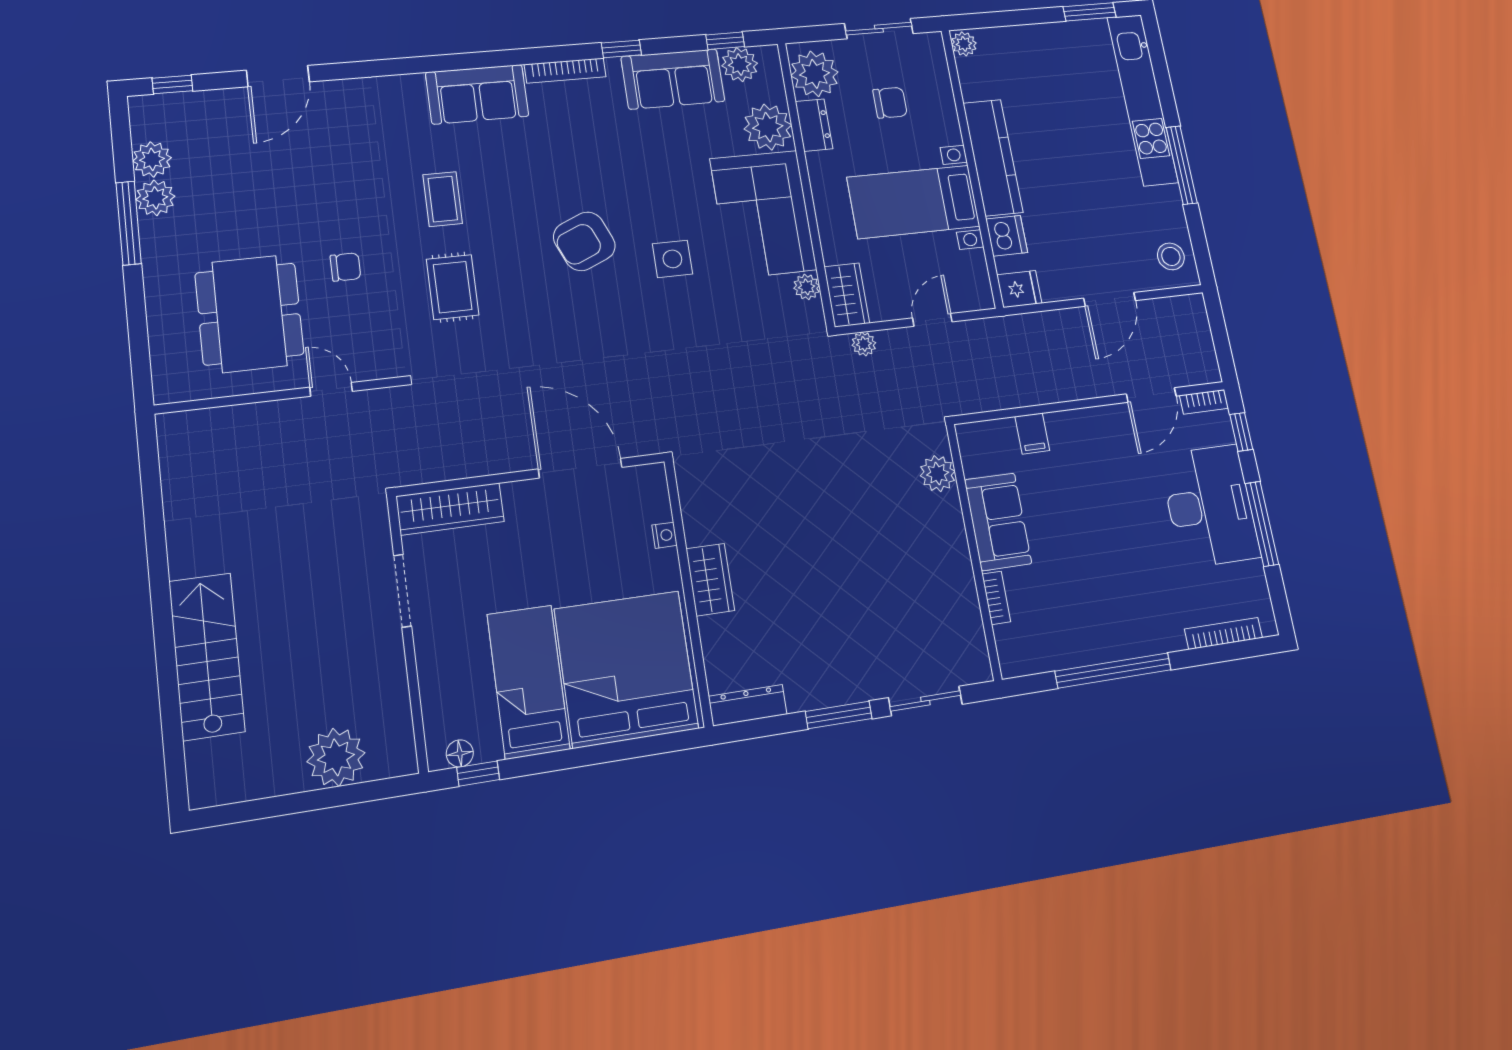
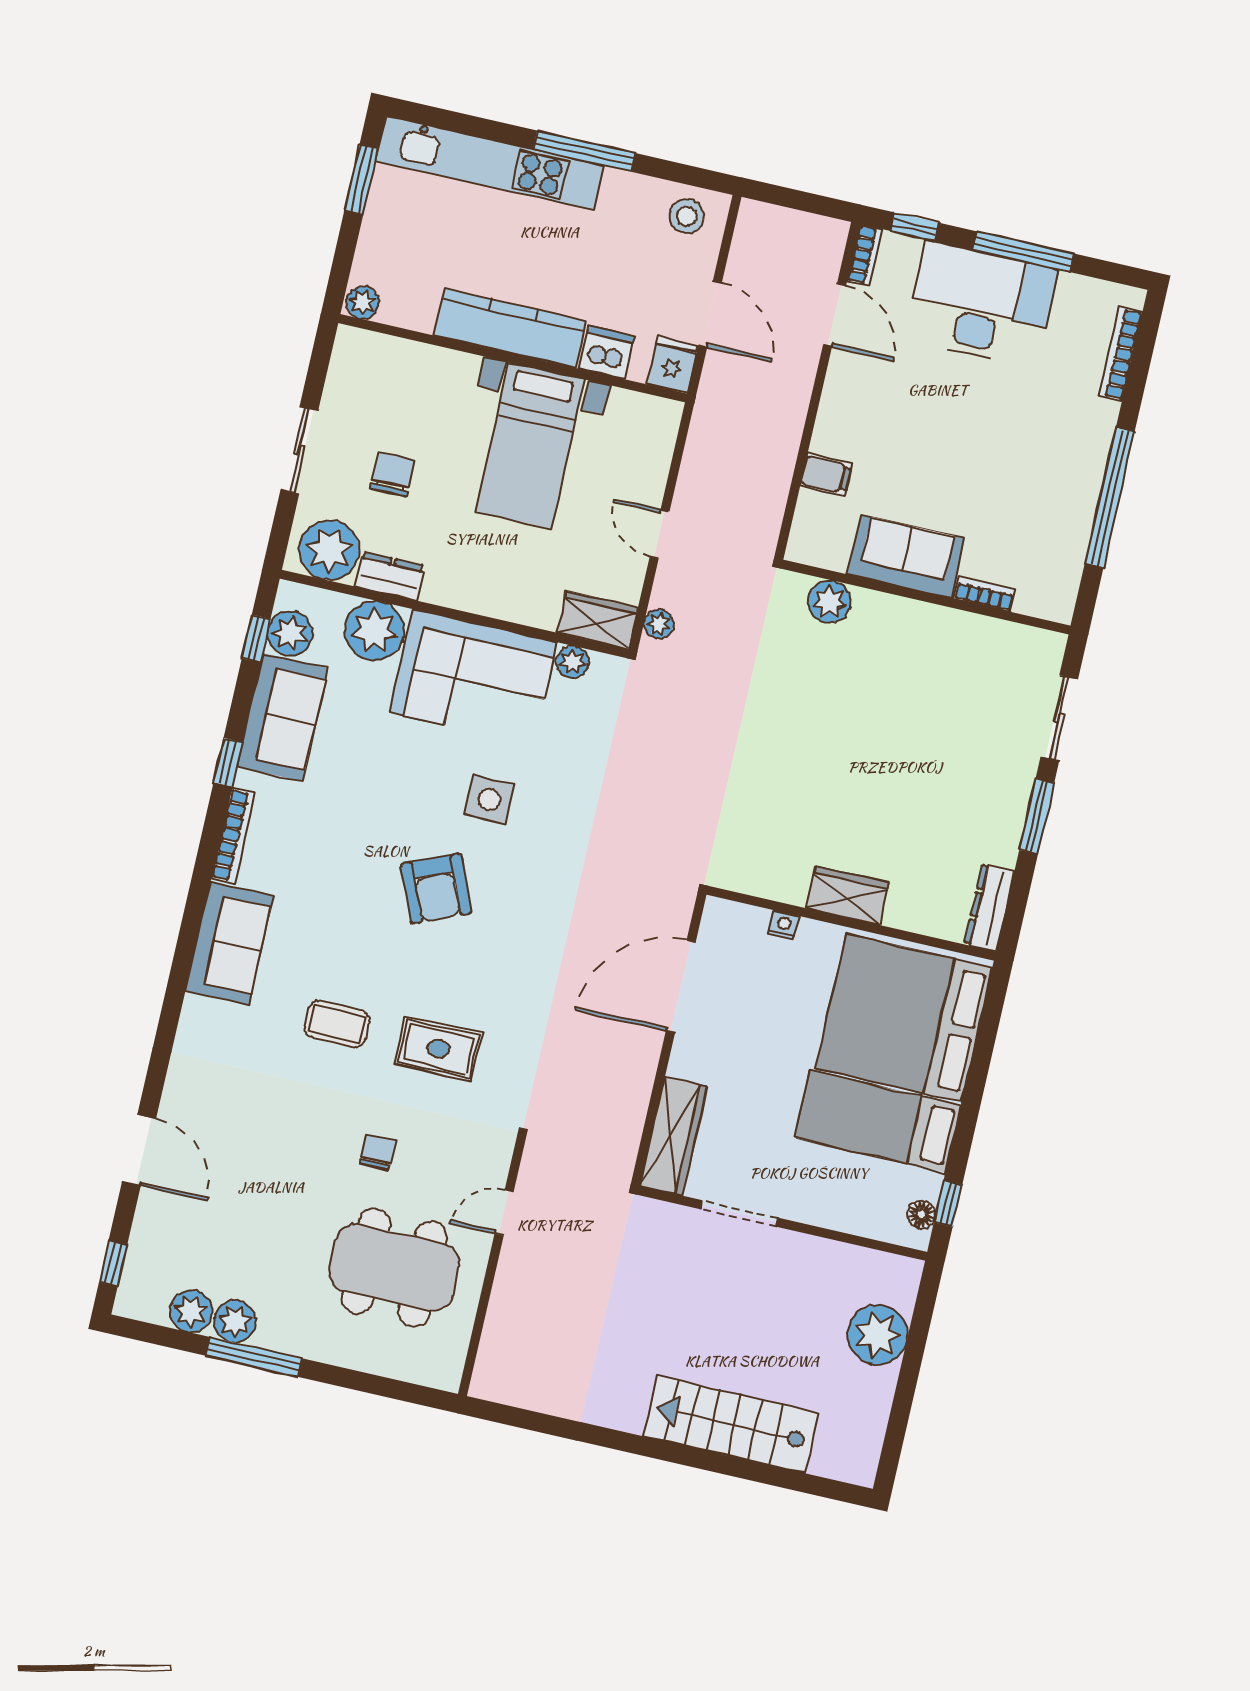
plant: (964, 44) -> (363, 303), moved
kitchen counter: (993, 158) -> (510, 328), moved
wall: (972, 167) -> (513, 358), moved
bed with nightstands: (914, 202) -> (530, 445), moved
dishwasher: (1007, 236) -> (606, 352), moved
fridge: (1019, 289) -> (672, 365), moved

